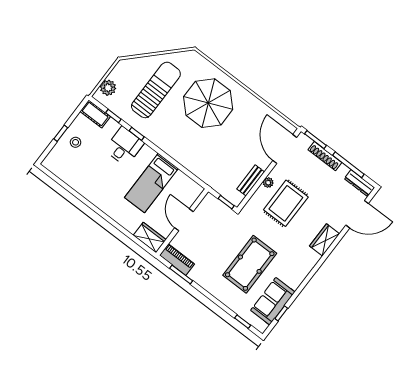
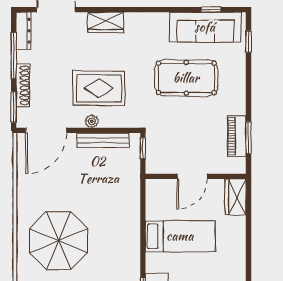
bench: (251, 180) -> (103, 140), width x1.36
piano: (177, 260) -> (237, 136), moved
sofa: (273, 301) -> (205, 27), width x1.36

